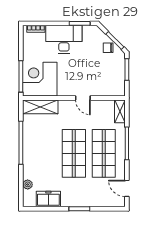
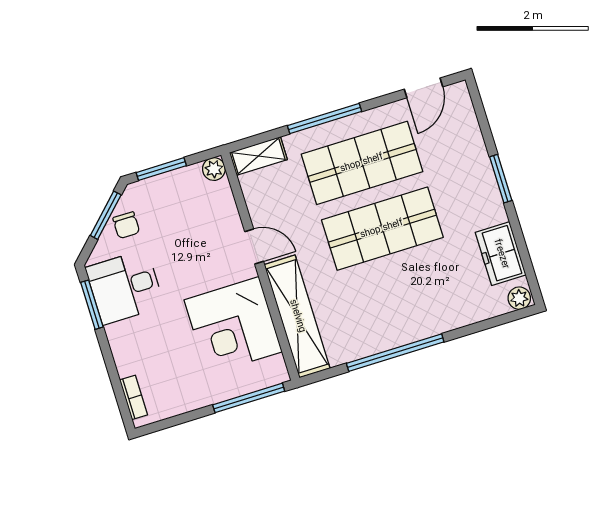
desk: (64, 39) -> (125, 287), moved, width x0.73
corner desk: (40, 79) -> (233, 326), moved
plant: (120, 91) -> (214, 169), added
door: (83, 98) -> (254, 246), hinge flipped
shelving: (40, 107) -> (297, 316), width x1.47
plant: (28, 184) -> (519, 298), moved

